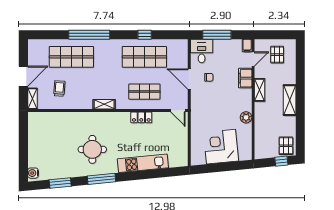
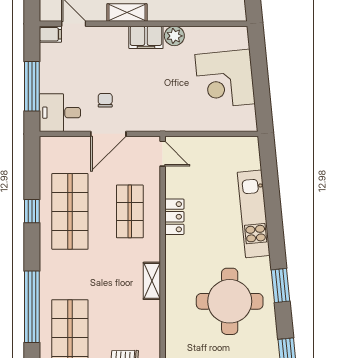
filing cabinet: (245, 78) -> (146, 37), moved
door: (178, 111) -> (163, 154), hinge flipped
round table: (92, 149) -> (230, 301), width x1.36, depth x1.36
window: (102, 179) -> (281, 285), width x0.69

